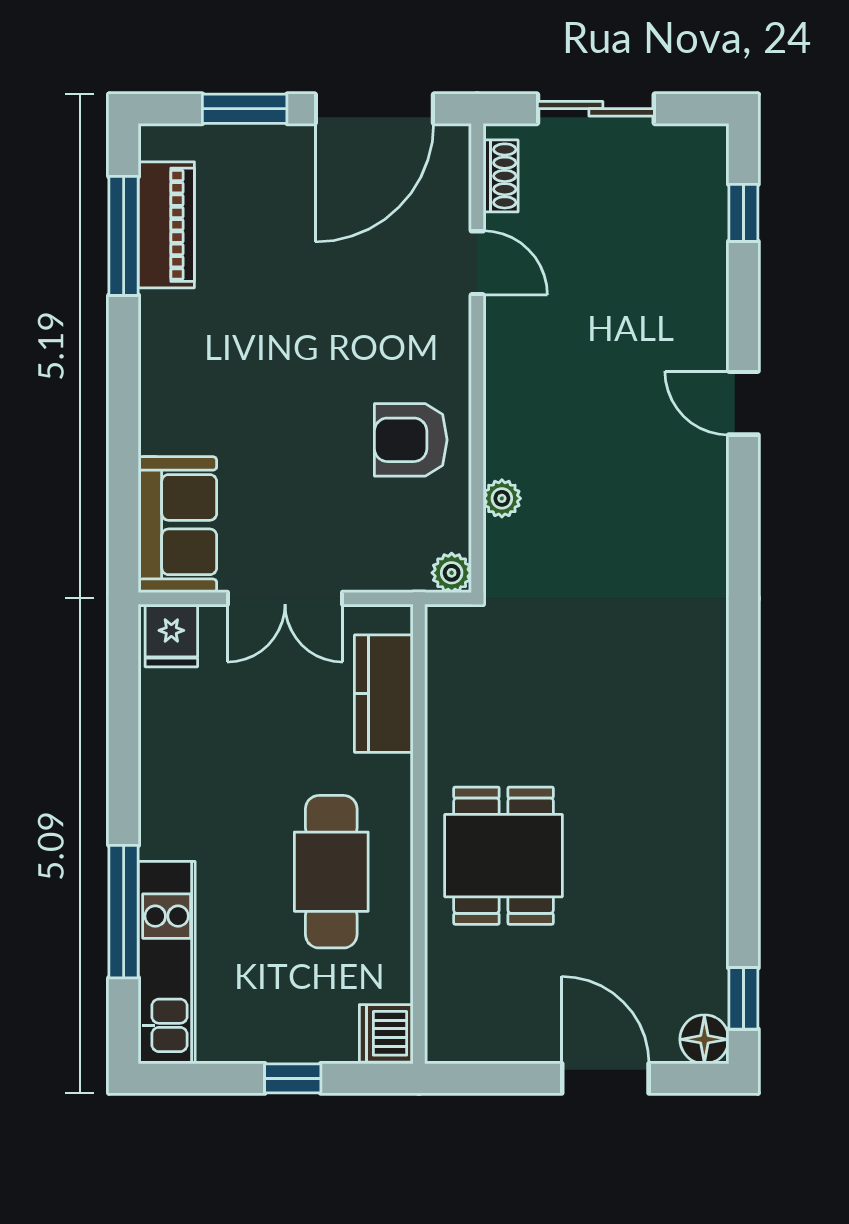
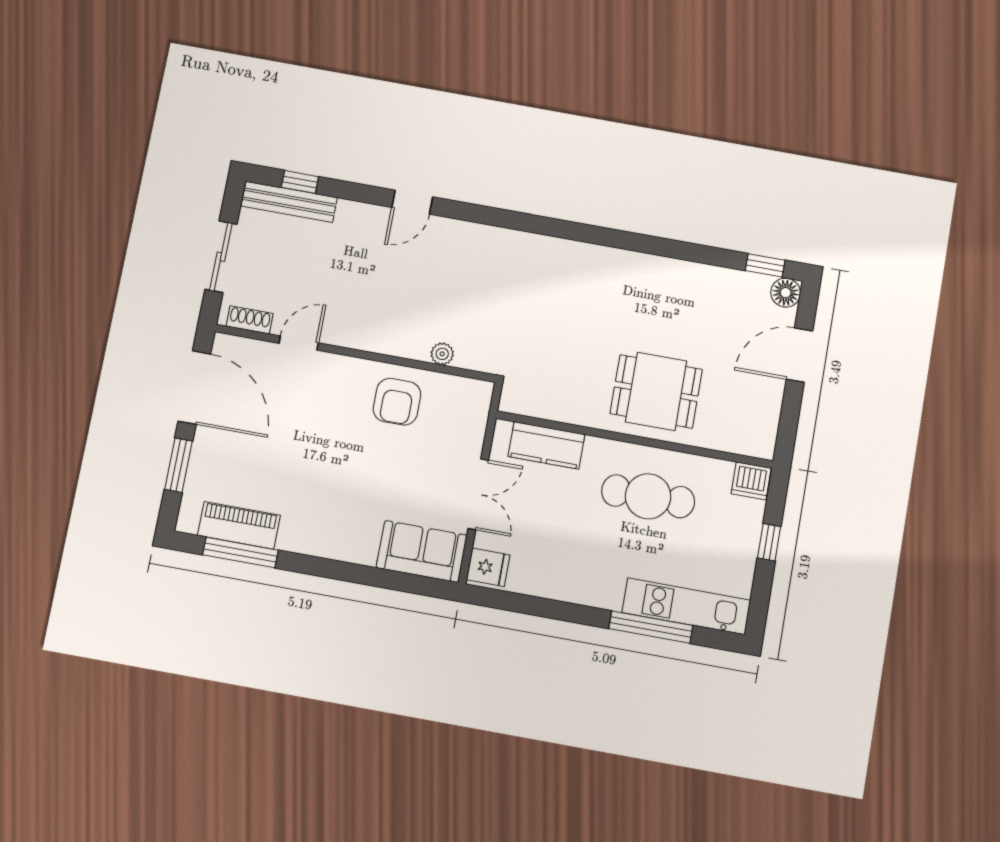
bench: (707, 202) -> (289, 202), added
plant: (452, 573) -> (481, 392), removed

